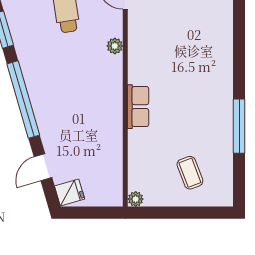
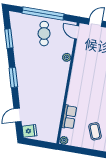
window: (23, 99) -> (13, 77), width x0.47
row of seats: (138, 107) -> (69, 117), moved

